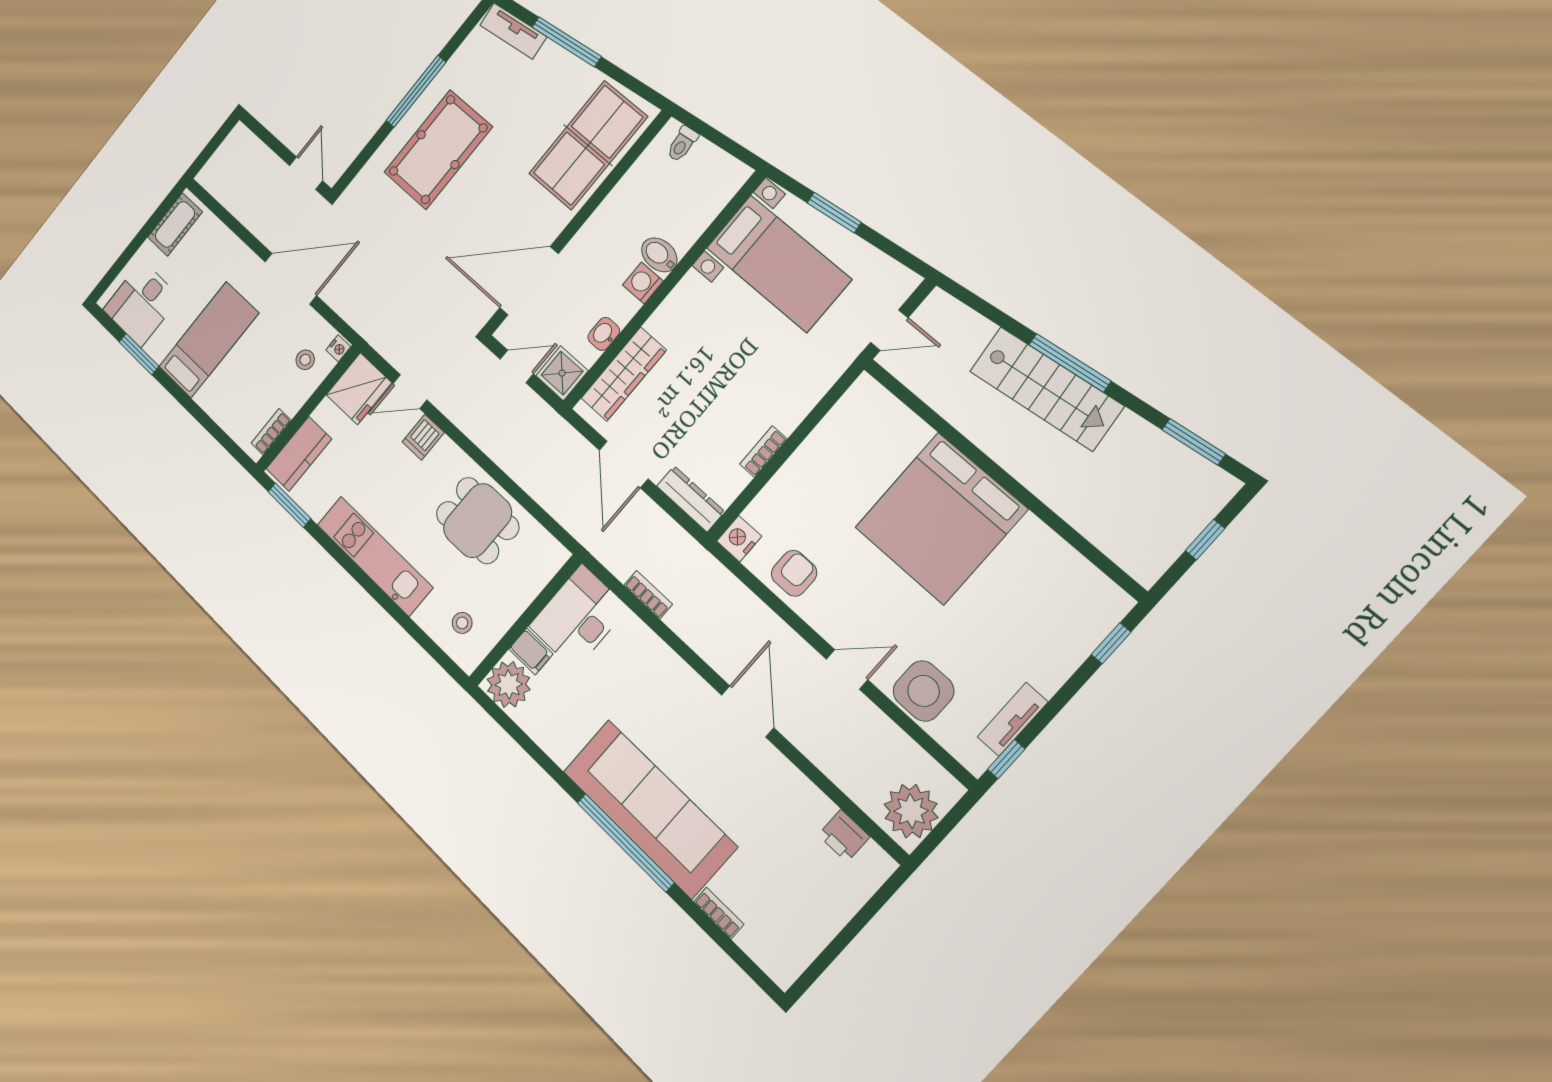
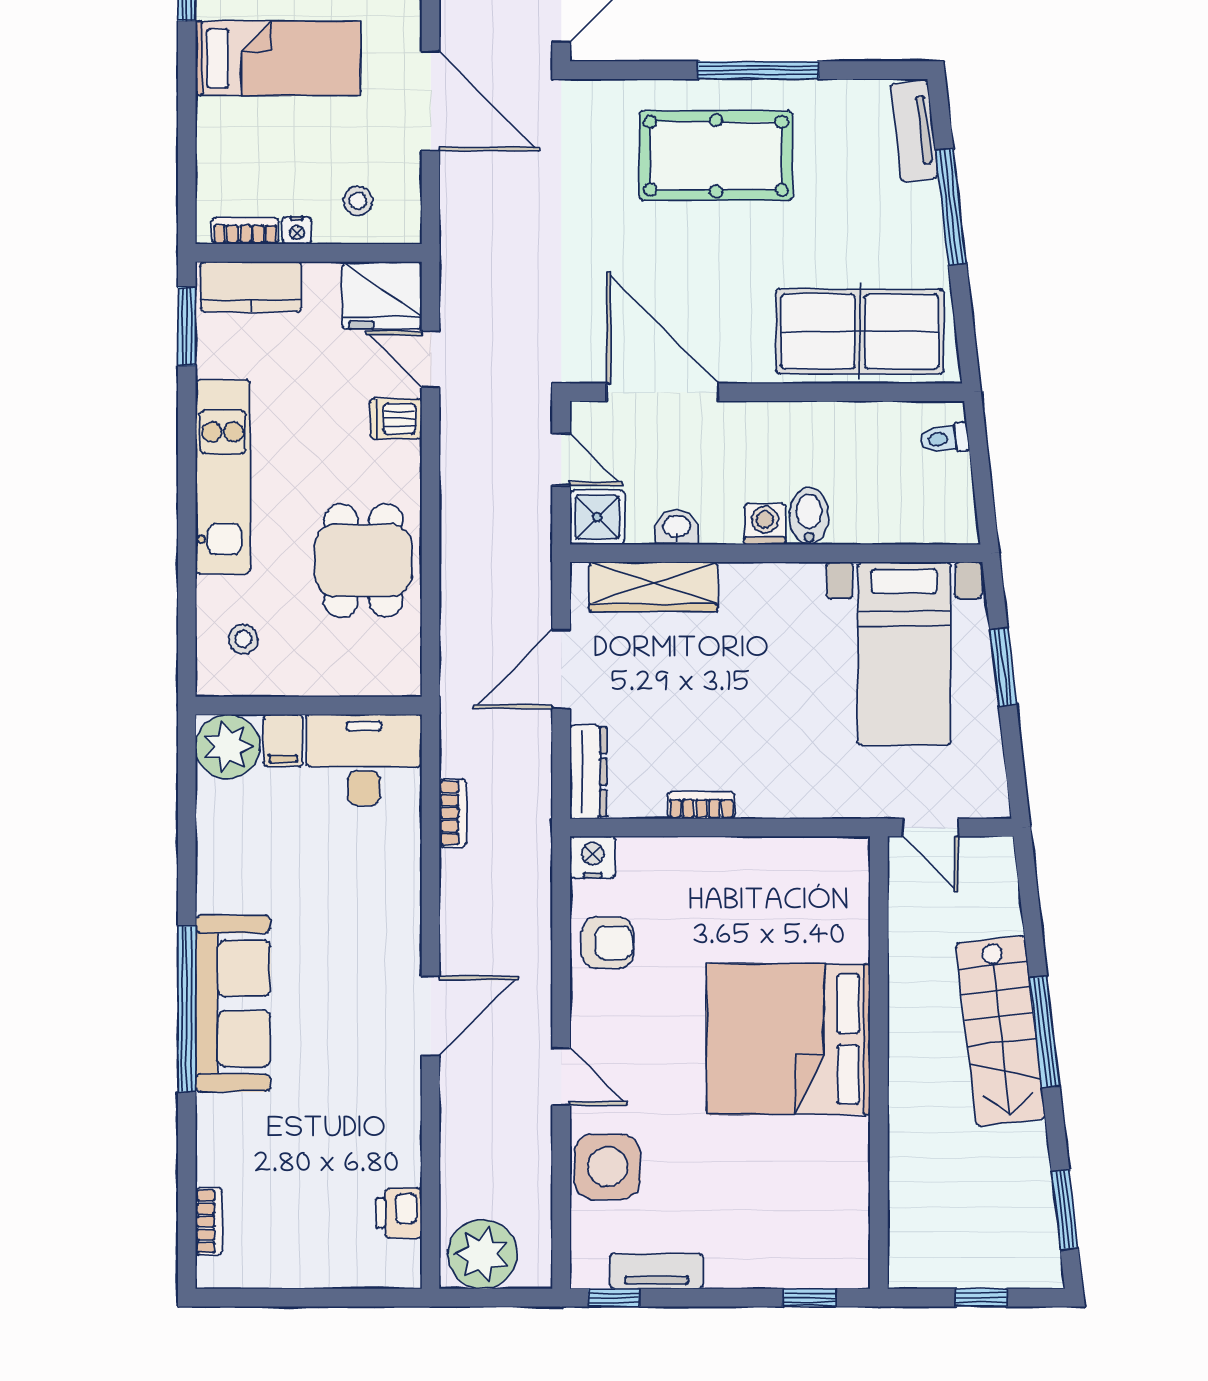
nightstand: (338, 348) -> (297, 230), moved
sofa: (650, 809) -> (233, 1003), width x0.74, depth x0.79
bookcase: (719, 913) -> (209, 1221), moved

